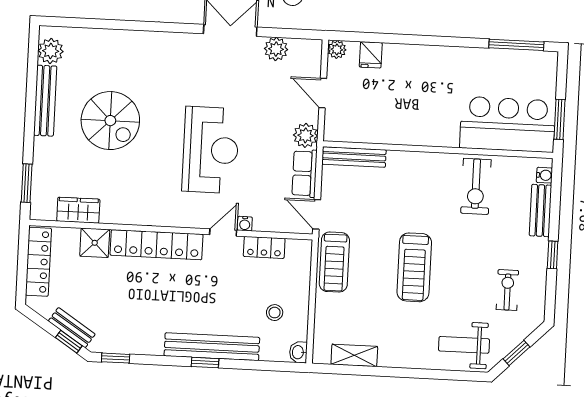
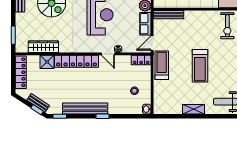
wardrobe: (78, 210) -> (43, 47), width x1.50
door: (317, 214) -> (152, 43), hinge flipped
door: (223, 232) -> (108, 54), swing flipped
locker: (264, 247) -> (141, 60), moved
treadmill: (334, 262) -> (162, 65), turned 180
bench: (212, 347) -> (85, 109), moved
shelving: (354, 355) -> (194, 109), moved

